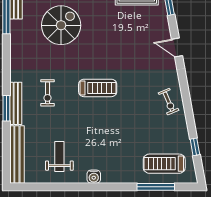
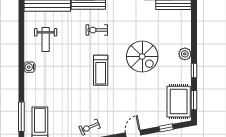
spiral stairs: (61, 25) -> (142, 56), moved
weight bench: (59, 157) -> (46, 40), turned 90

